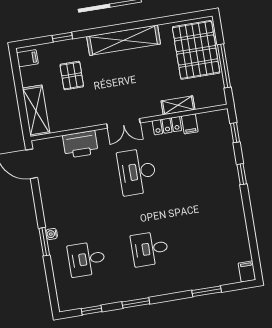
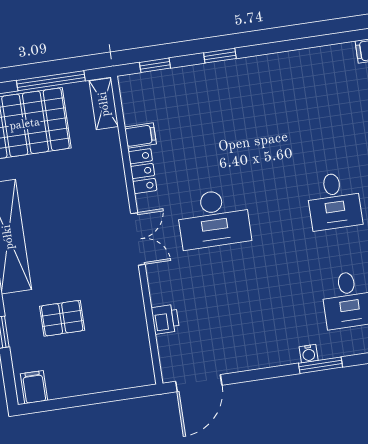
shelving: (178, 105) -> (104, 104), moved
shelving: (36, 111) -> (116, 375), removed
printer: (80, 144) -> (165, 319), width x0.53, depth x0.68

